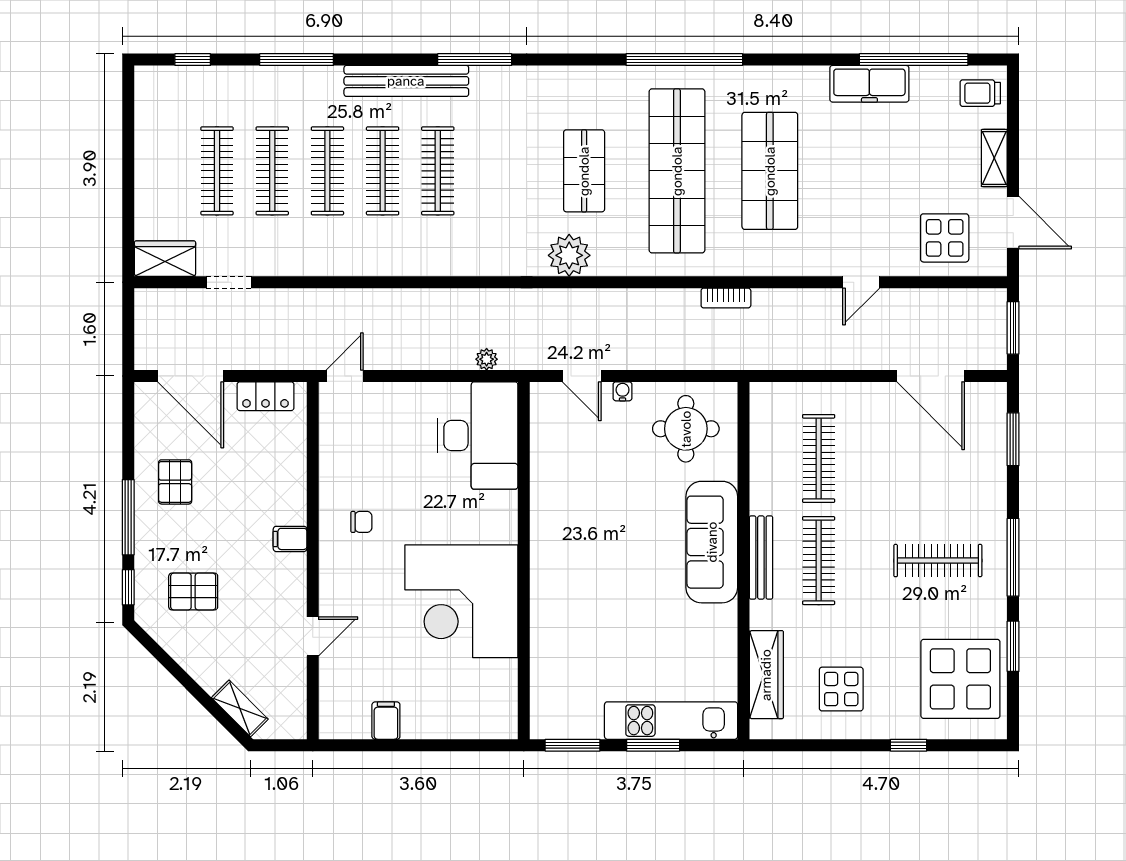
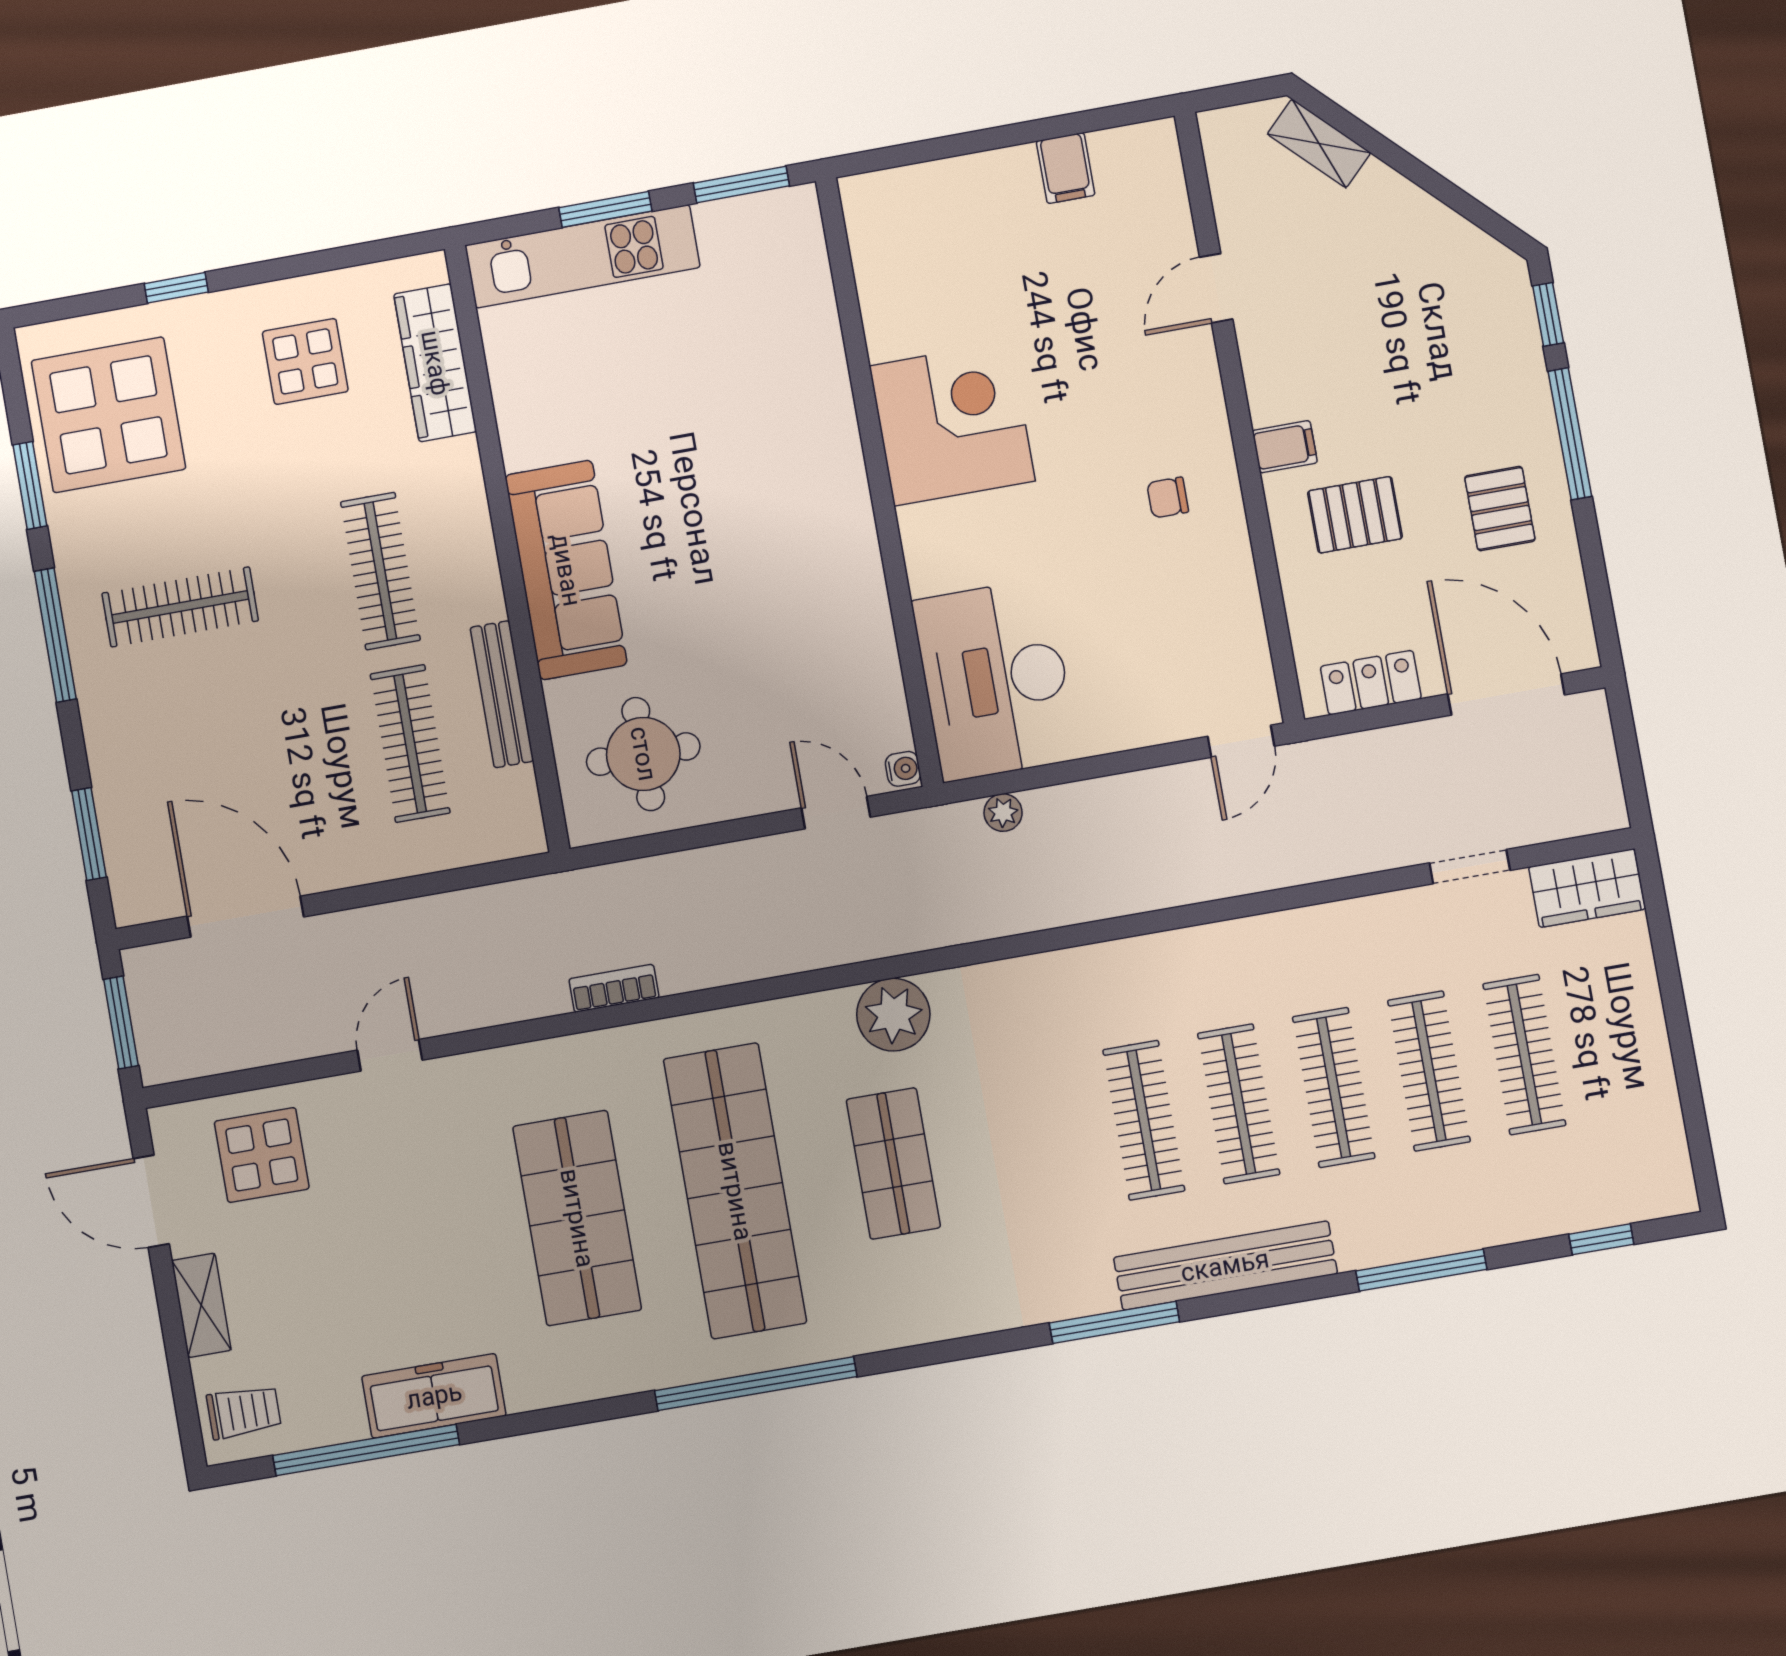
water cooler: (623, 391) -> (903, 769), moved, turned -90
bench: (761, 558) -> (502, 694), moved
pallet: (193, 592) -> (1355, 515), moved
corner desk: (461, 601) -> (952, 423), width x0.74, depth x0.74

